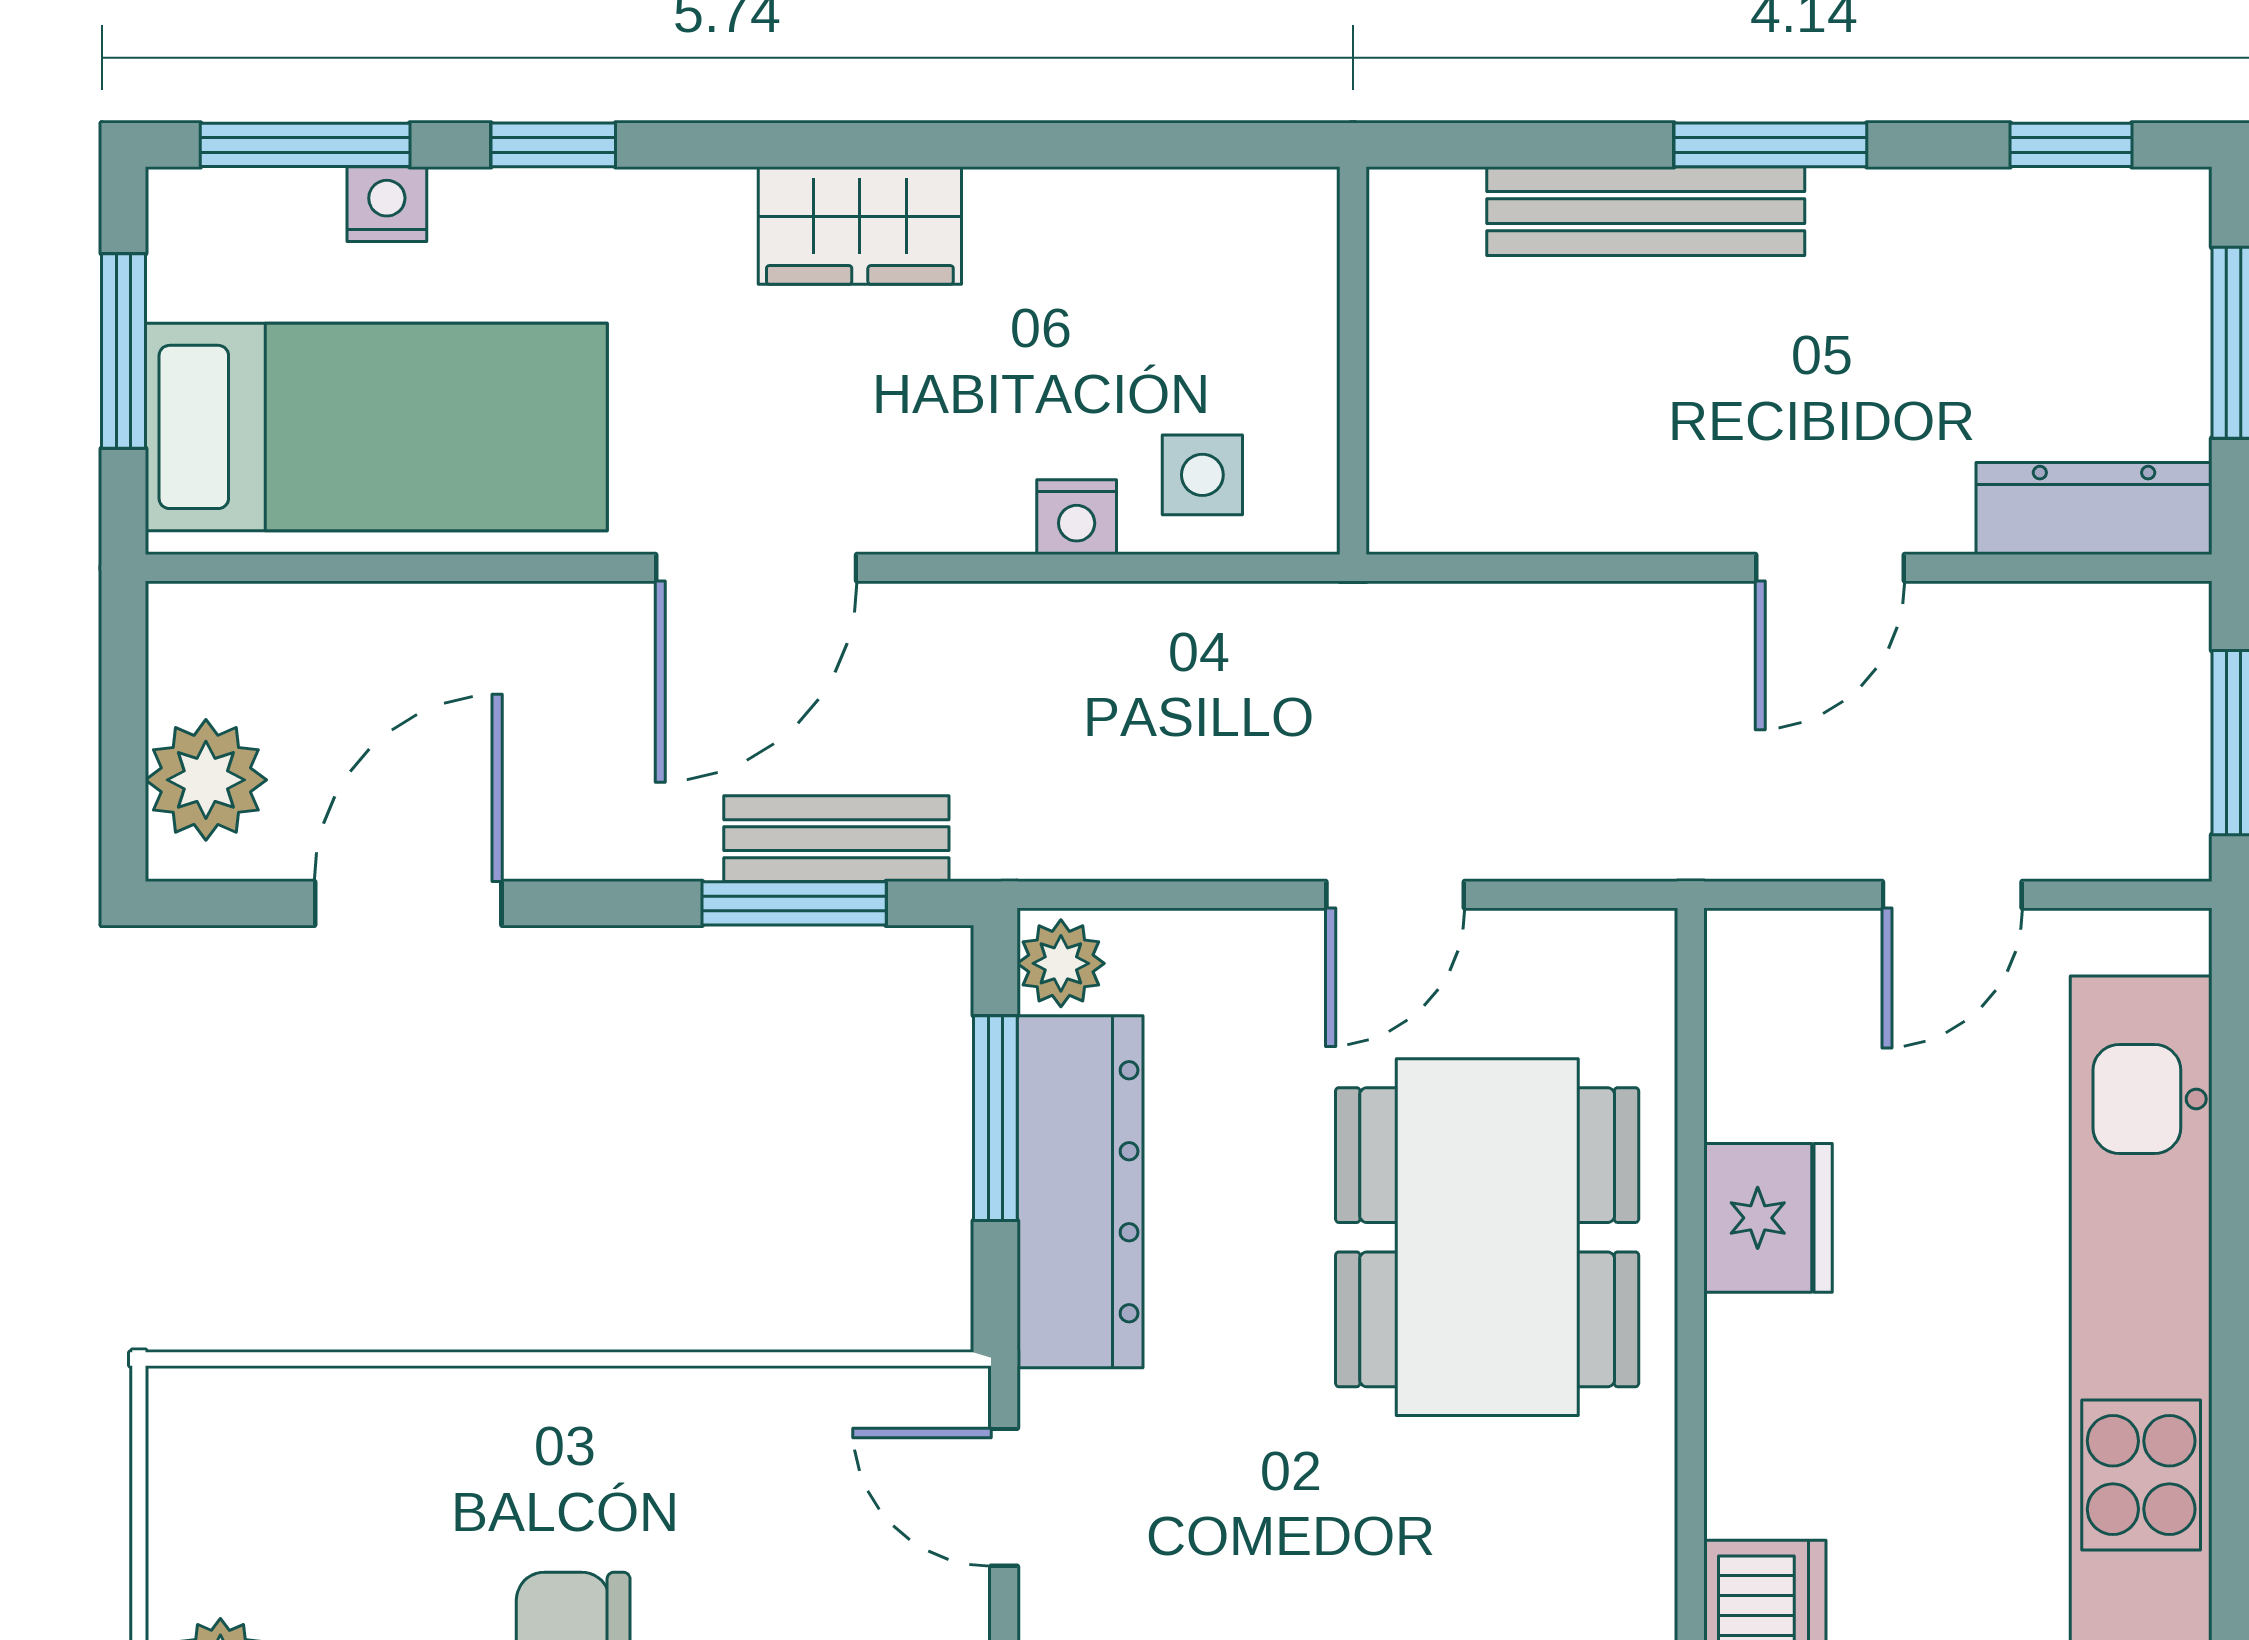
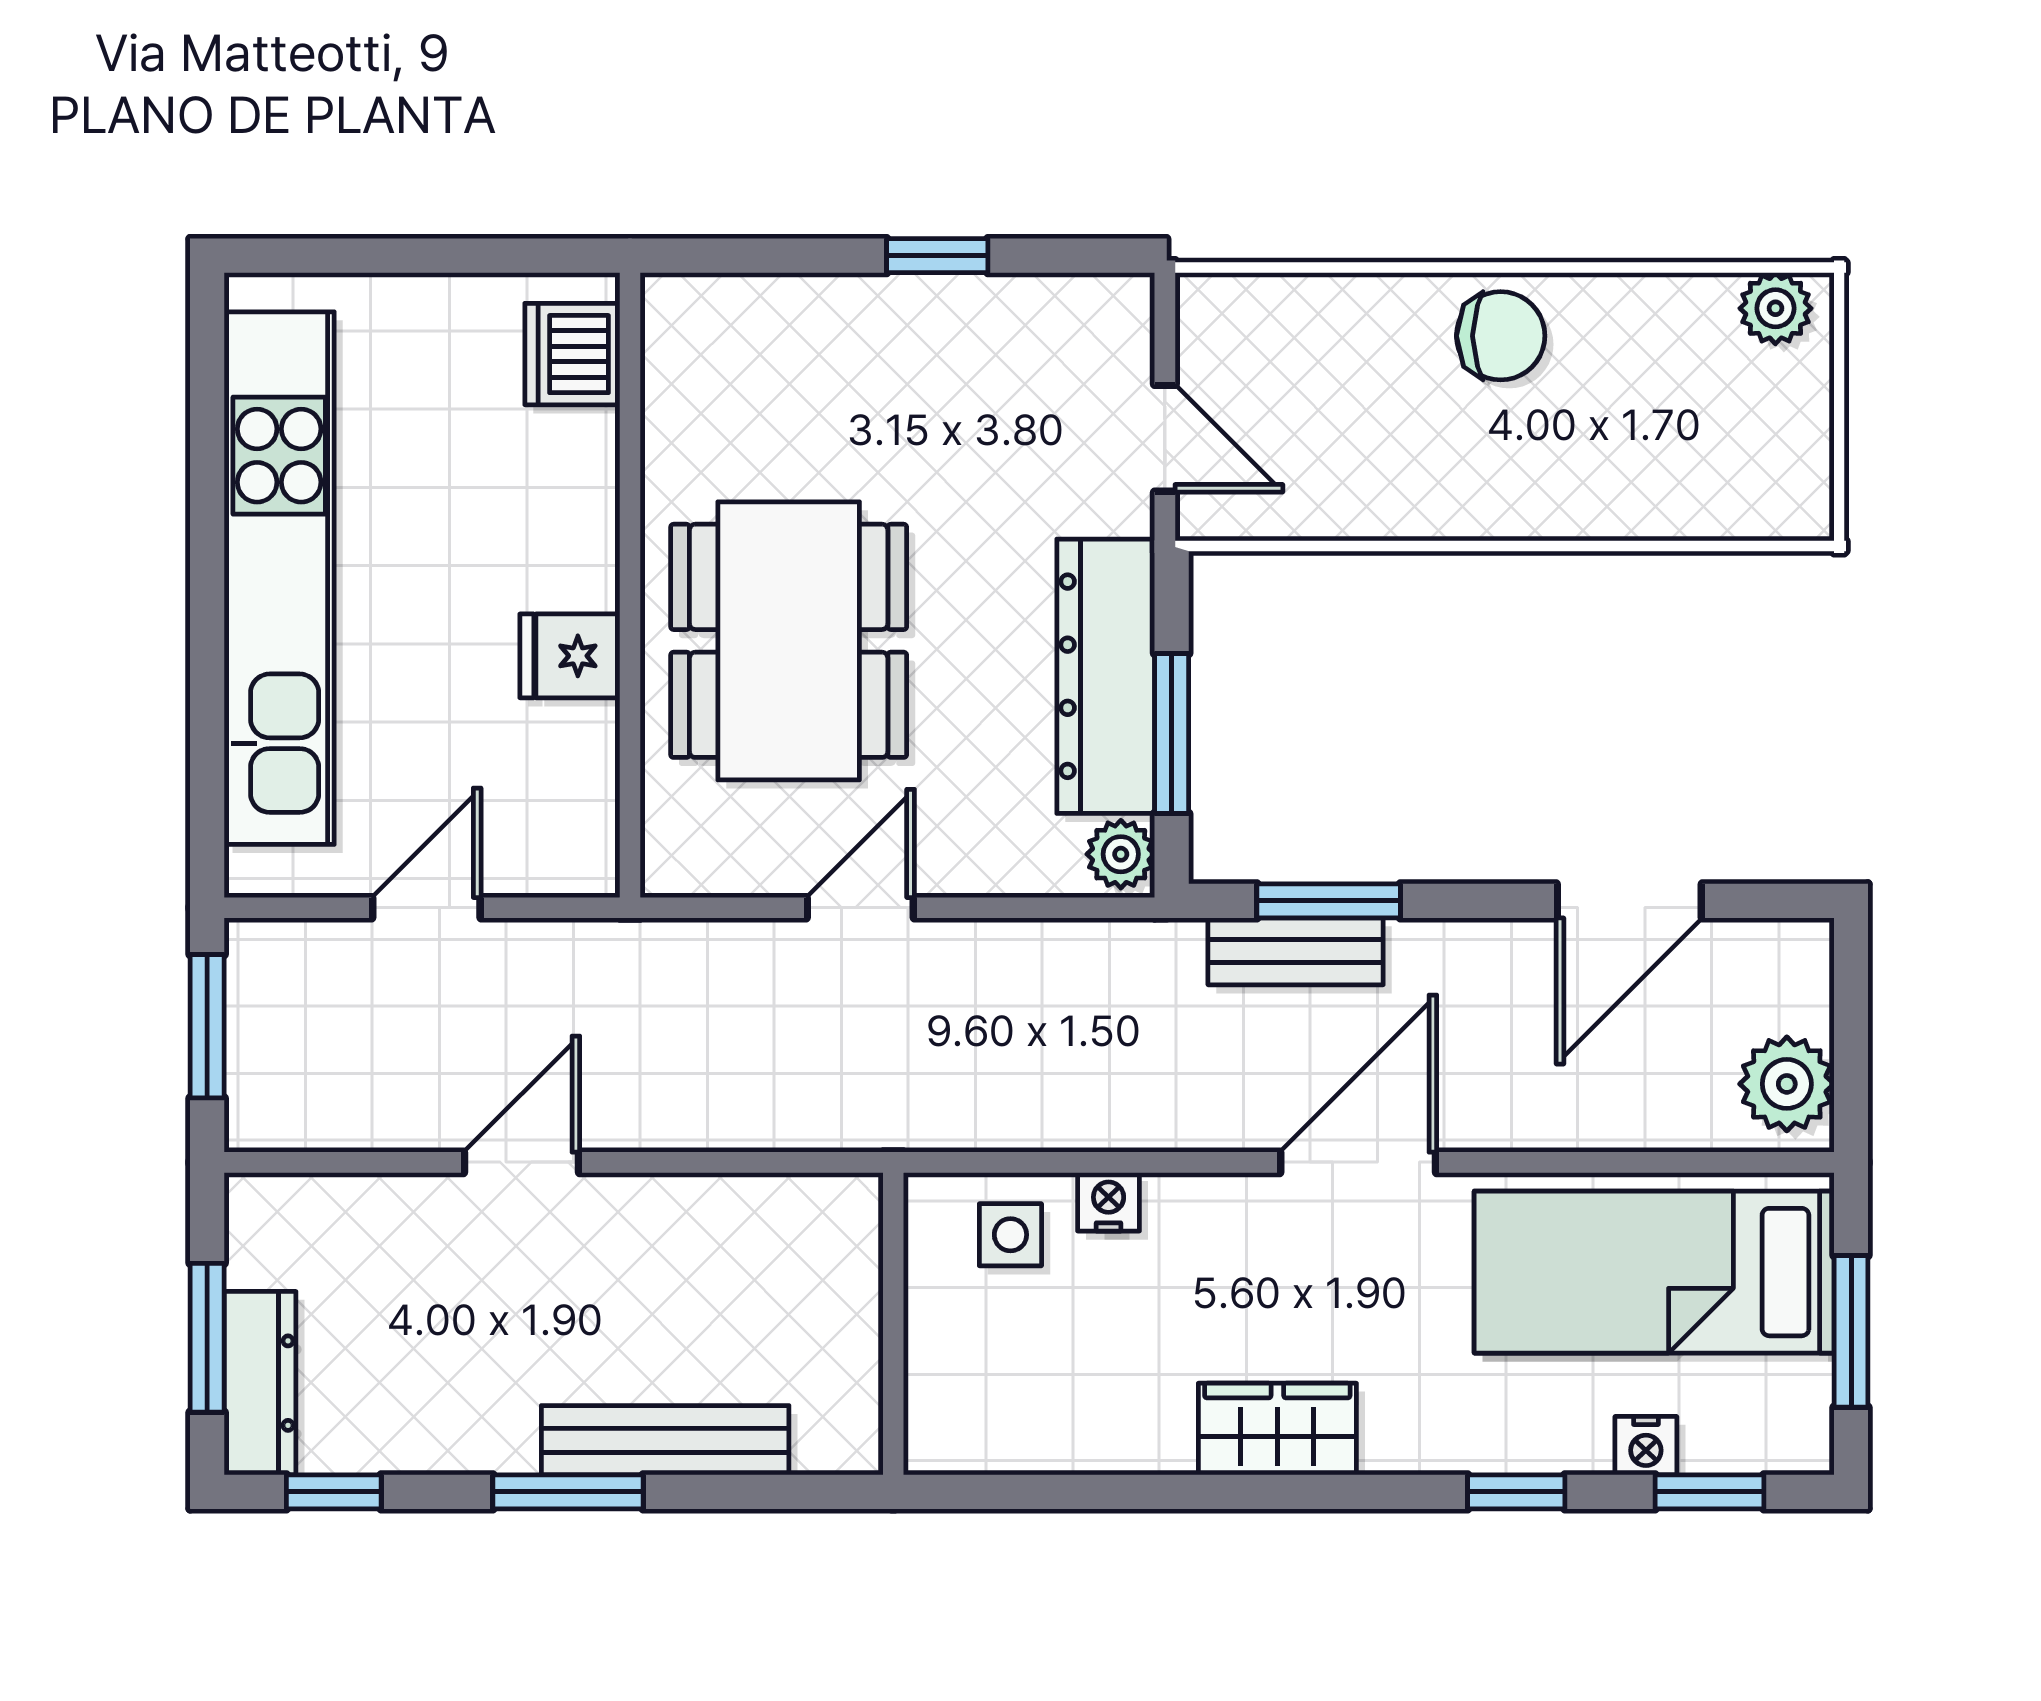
window: (305, 145) -> (1709, 1492), width x0.67
dresser: (2094, 509) -> (260, 1383), moved, turned -90
plant: (206, 780) -> (1787, 1084), moved
fridge: (1768, 1218) -> (570, 656), width x0.72

